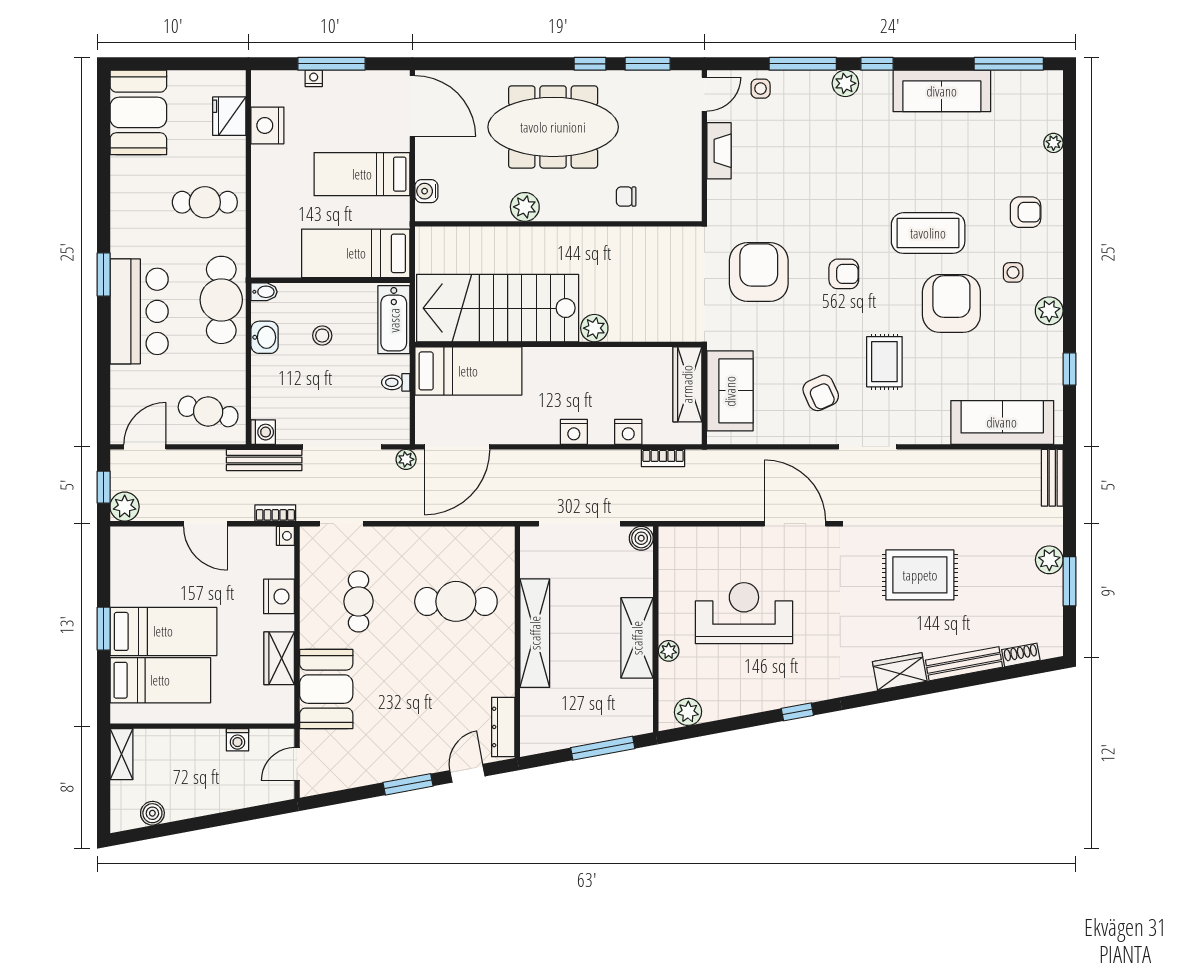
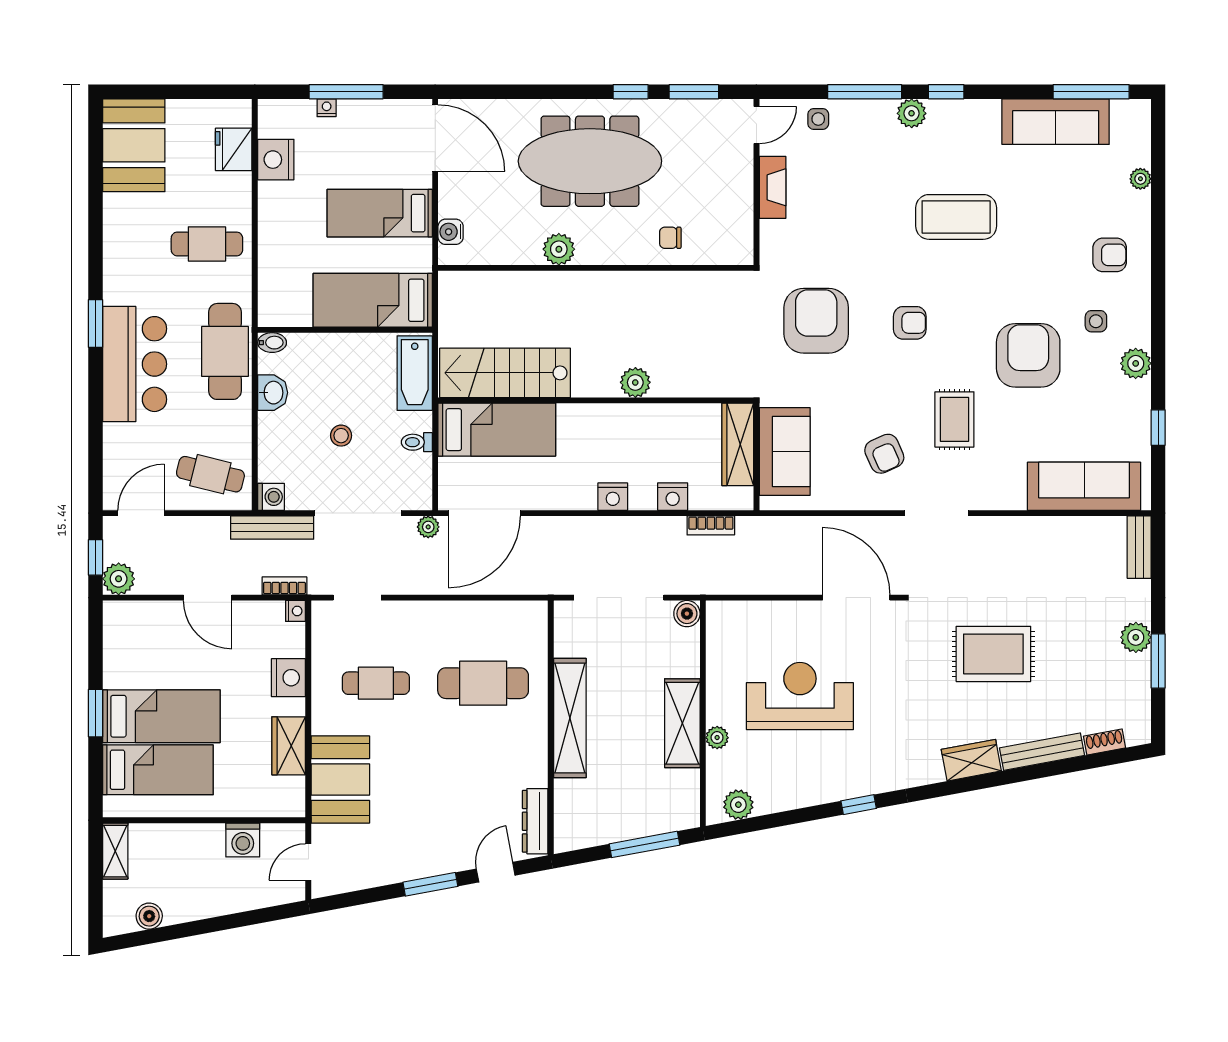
sofa: (942, 91) -> (1056, 122), moved
coffee table: (928, 233) -> (956, 217), moved
stairs: (498, 308) -> (505, 373), width x0.73, depth x0.66
stool: (322, 336) -> (341, 436), moved
cafe table: (358, 601) -> (376, 683), turned 90
washing machine: (237, 740) -> (243, 840), width x1.38, depth x1.38

